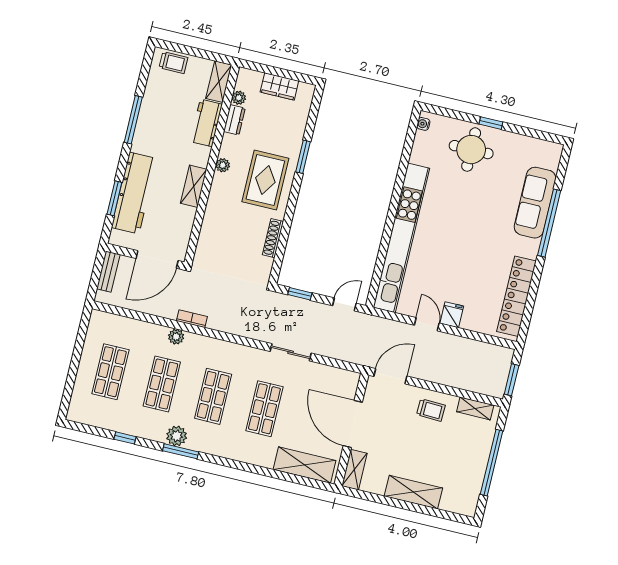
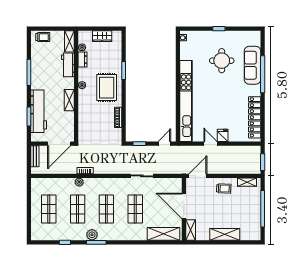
round table: (471, 150) -> (222, 61), moved

